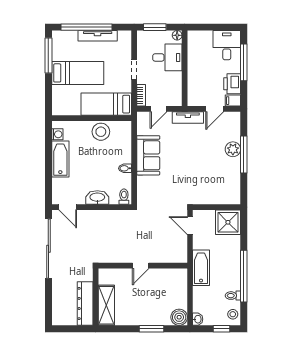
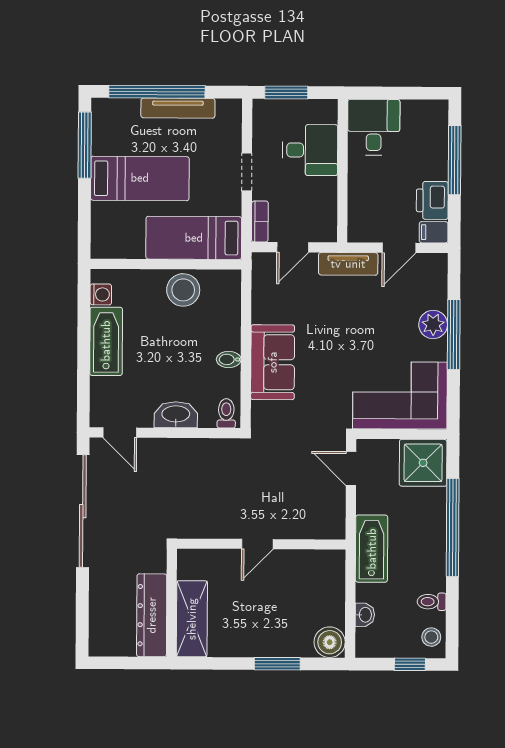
floor lamp: (177, 35) -> (329, 108), removed
desk: (227, 45) -> (374, 127), moved
sofa: (148, 155) -> (273, 362), moved
corner sofa: (216, 187) -> (400, 395), added
window: (244, 276) -> (453, 527), moved
washbasin: (198, 319) -> (365, 615), moved

